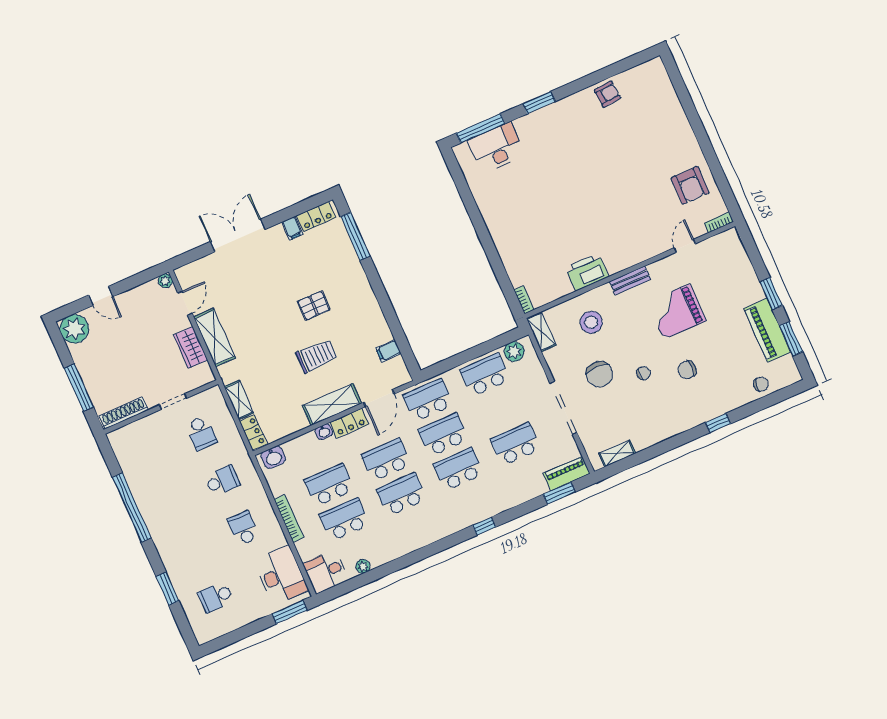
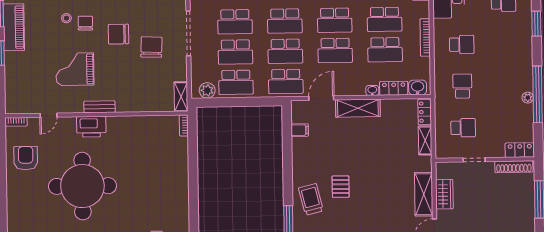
round table: (611, 181) -> (82, 186), added
printer: (587, 272) -> (91, 127), moved
pallet: (314, 306) -> (341, 187), turned 90
grand piano: (677, 312) -> (75, 69), turned 180
stool: (591, 322) -> (66, 18), moved, width x0.53, depth x0.53
trolley: (317, 356) -> (311, 199), moved, turned 76
chair: (687, 370) -> (85, 23), turned -90
chair: (644, 373) -> (118, 34), width x1.87, depth x1.87
school desk: (500, 409) -> (235, 52), added
locker: (349, 423) -> (394, 88), moved
school desk: (201, 433) -> (463, 128), turned 90
locker: (125, 435) -> (520, 150), added
school desk: (222, 481) -> (462, 86), turned 90
plant: (142, 499) -> (528, 98), added
school desk: (243, 528) -> (462, 45), turned -90

